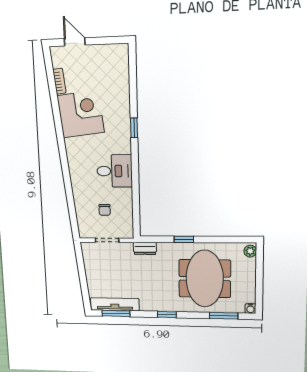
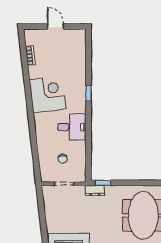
door: (75, 42) -> (56, 26), moved
corner desk: (81, 114) -> (48, 94), moved
window: (184, 239) -> (103, 183), moved

